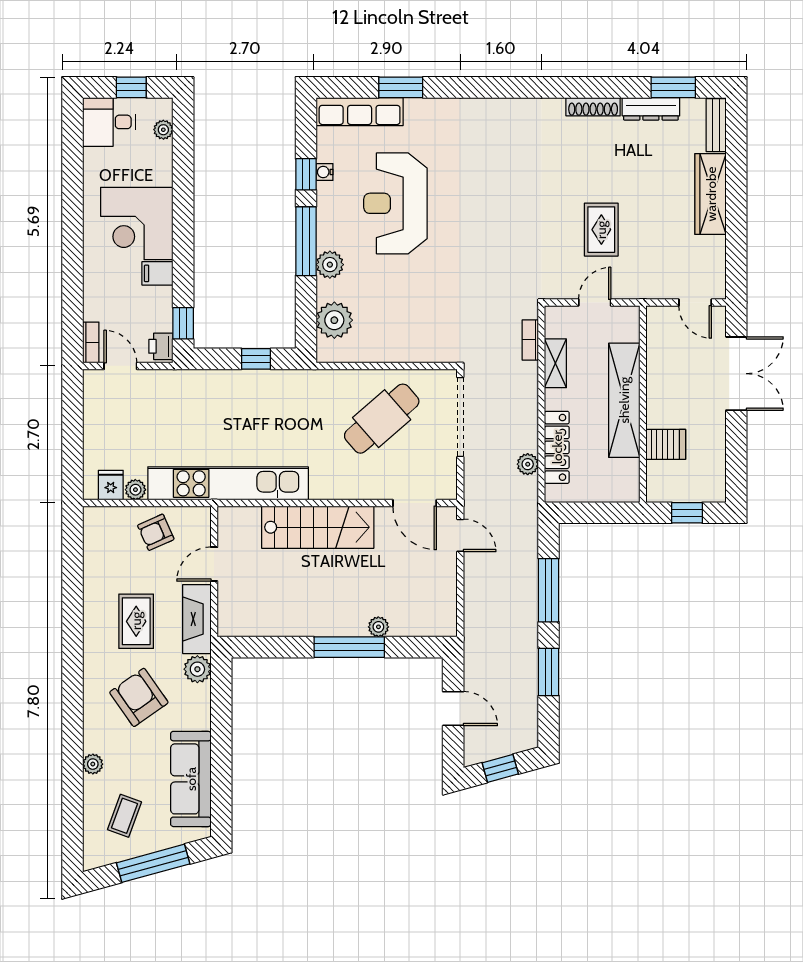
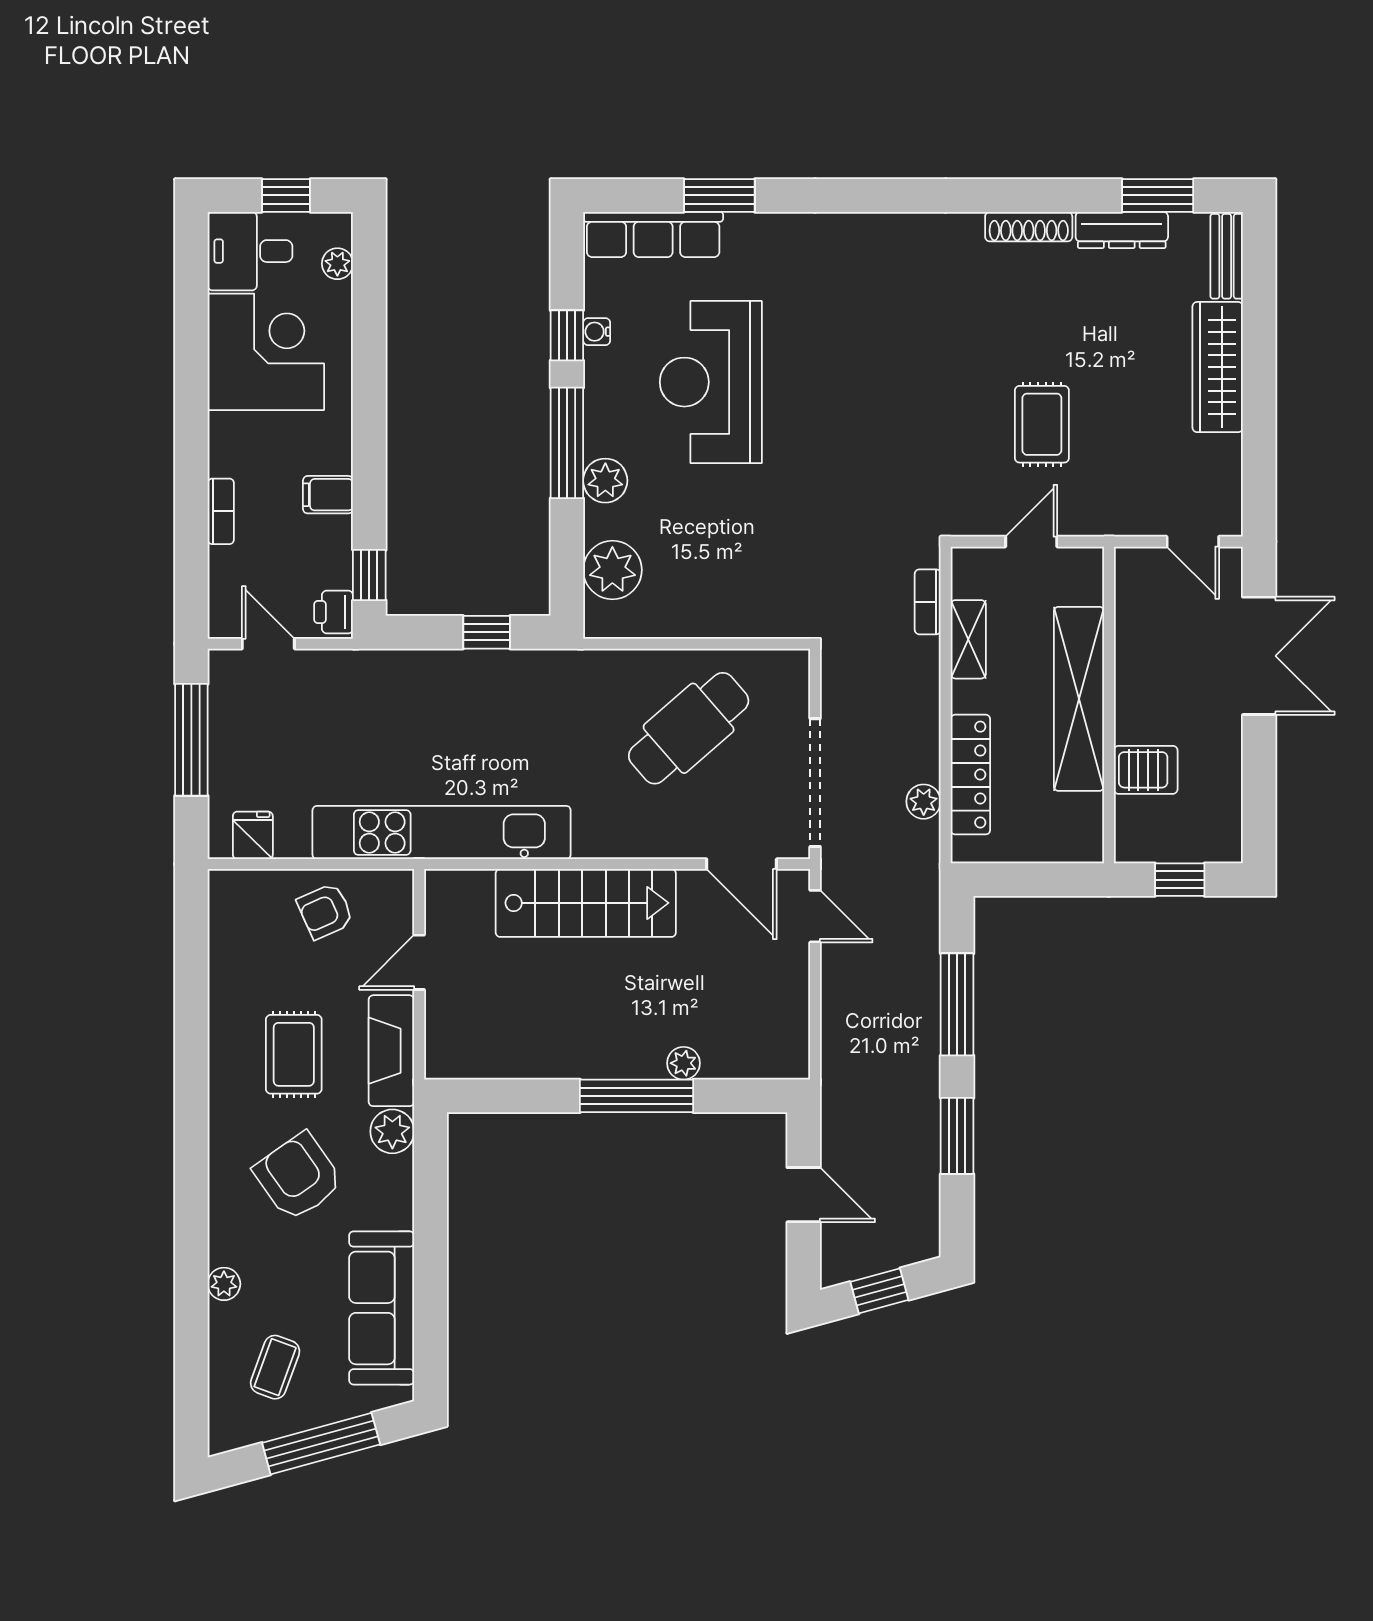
corner desk: (137, 224) -> (266, 352), moved, turned 180
bookcase: (91, 343) -> (221, 511), moved
doorway: (460, 417) -> (815, 783), moved
window: (72, 426) -> (191, 740), added
plant: (135, 490) -> (293, 843), removed

